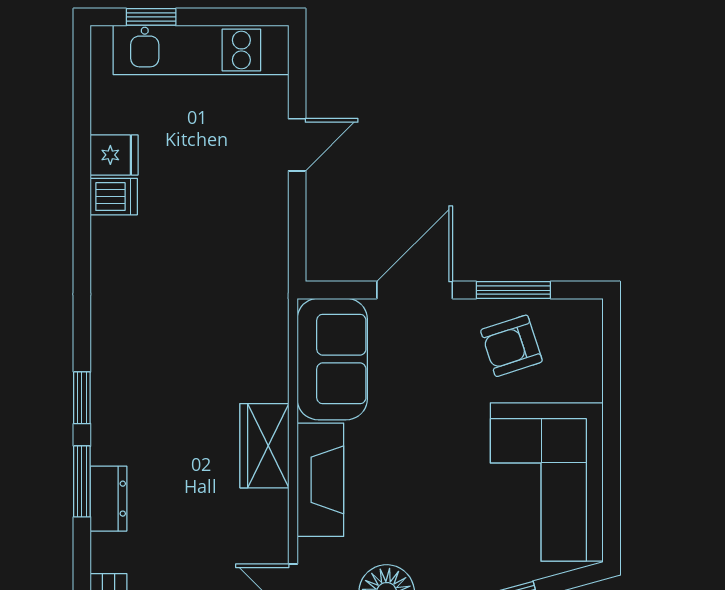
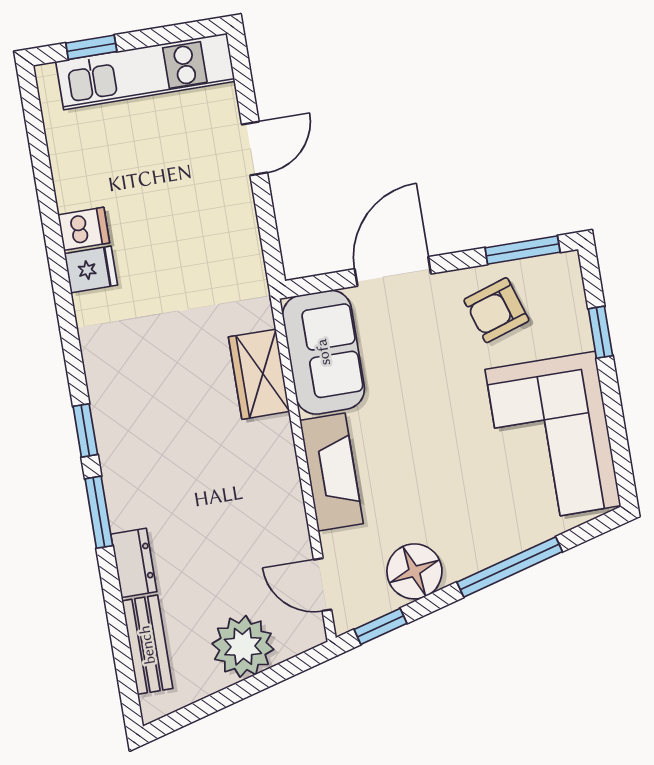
fridge: (114, 155) -> (91, 269), moved
window: (513, 290) -> (523, 250), moved
window: (611, 385) -> (600, 332), added
wardrobe: (264, 446) -> (259, 374), moved
dresser: (108, 499) -> (134, 563), moved

